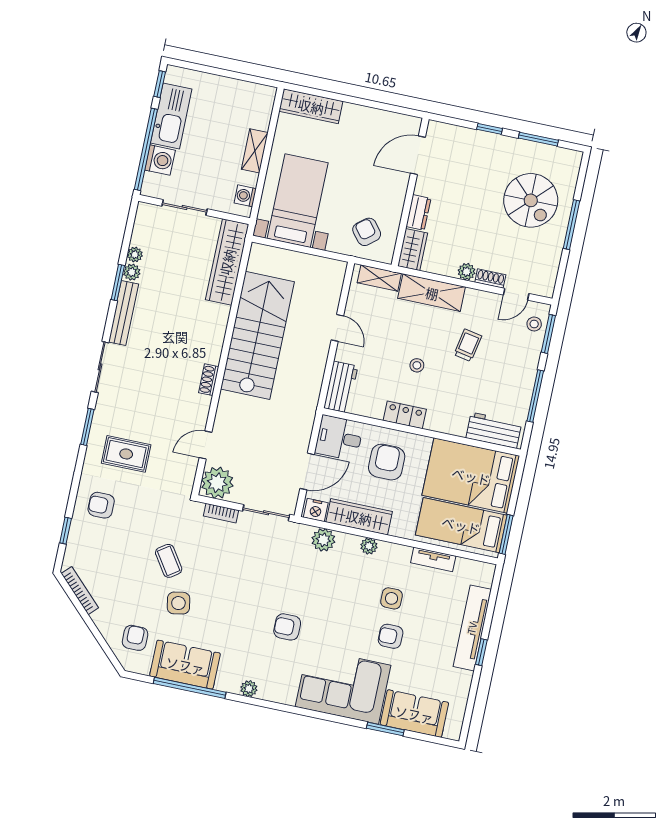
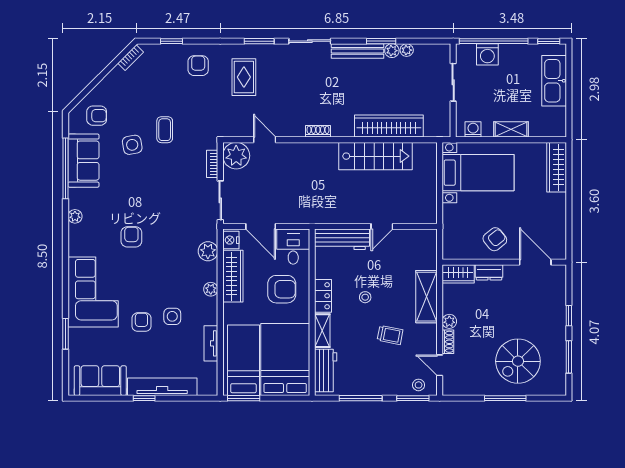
kitchen sink: (171, 116) -> (554, 81), moved, turned 90
armchair: (367, 232) -> (495, 239), moved
wardrobe: (227, 262) -> (389, 126), moved
shelving: (379, 278) -> (322, 331), moved
stairs: (257, 335) -> (375, 156), width x0.73, depth x0.66
workbench: (341, 387) -> (342, 239), width x1.38
coffee table: (169, 561) -> (165, 130), turned -56
bookcase: (80, 591) -> (131, 58), width x0.64
sofa: (414, 714) -> (100, 381), moved, turned -90

